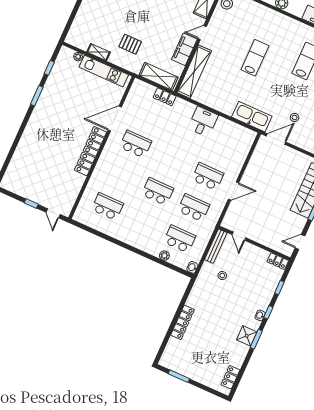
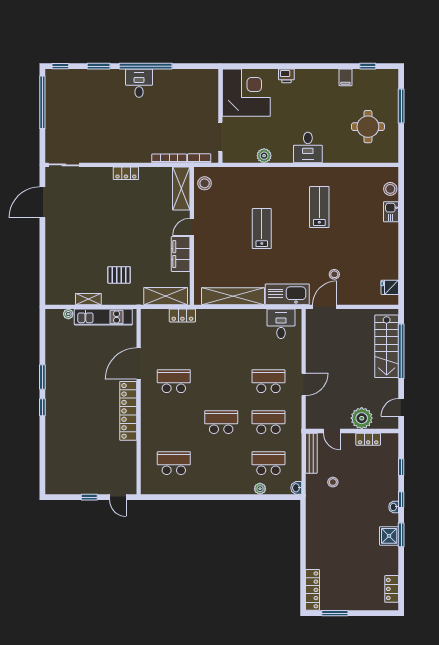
window: (49, 68) -> (42, 407), moved
shelving: (194, 72) -> (233, 296), moved, turned 90
desk: (203, 122) -> (281, 324), moved
plant: (266, 237) -> (362, 418), added
locker: (278, 261) -> (368, 439), moved
locker: (183, 322) -> (313, 590), moved

